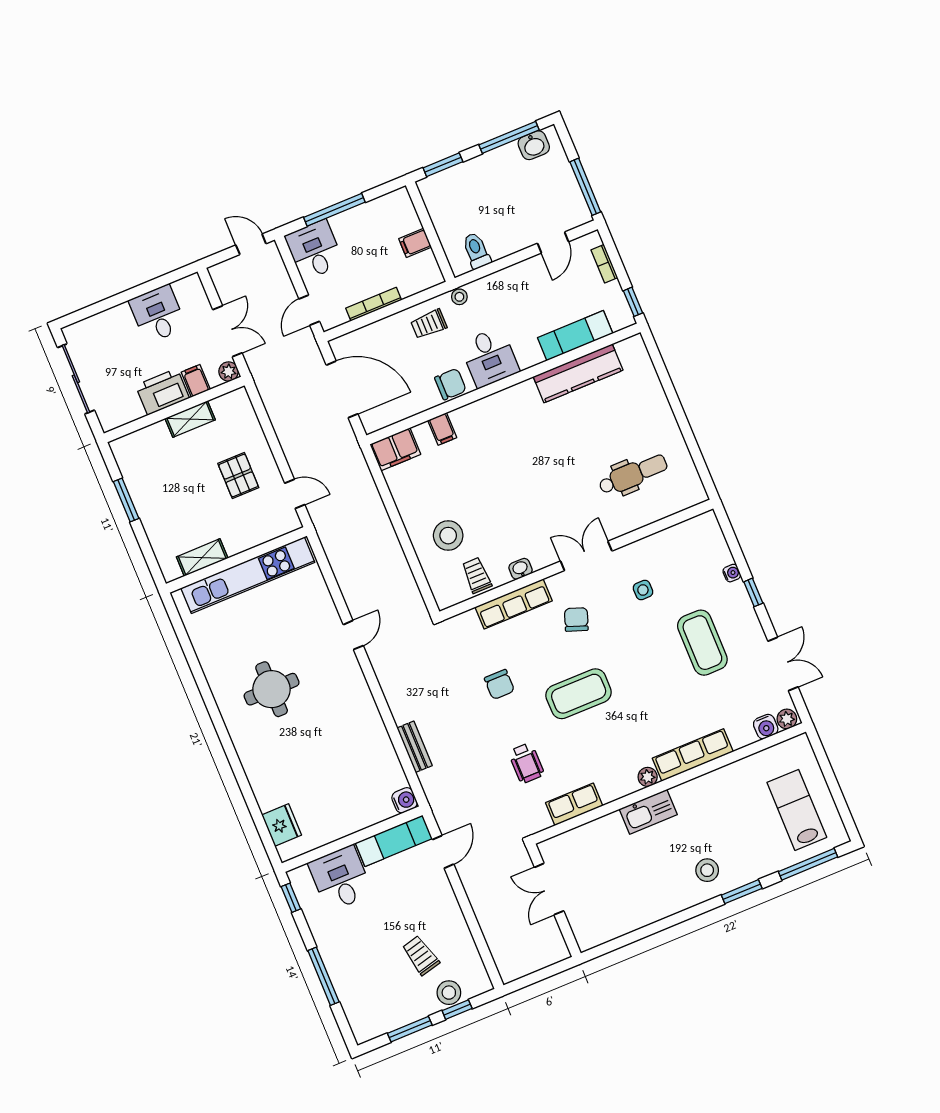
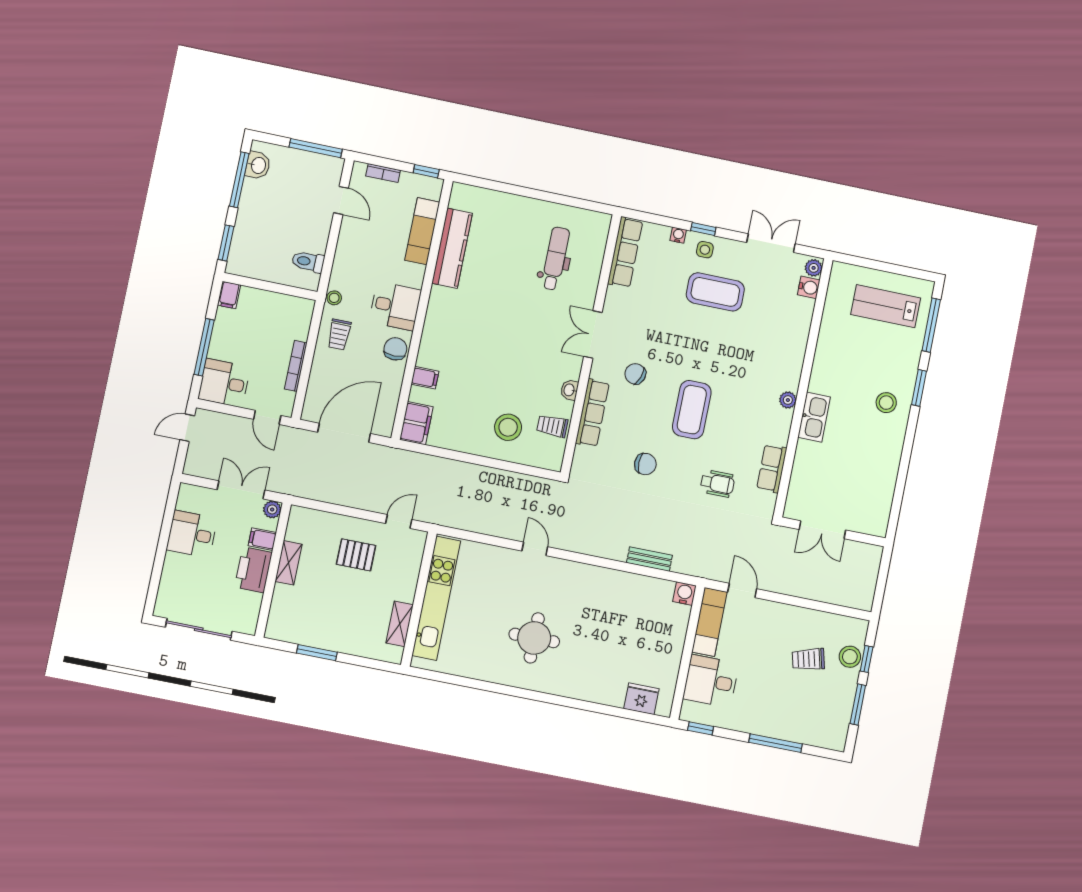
filing cabinet: (415, 243) -> (229, 295), moved
side table: (643, 590) -> (705, 250), moved
row of seats: (693, 755) -> (625, 252), moved, turned 180

